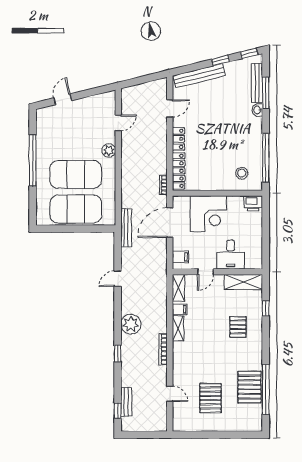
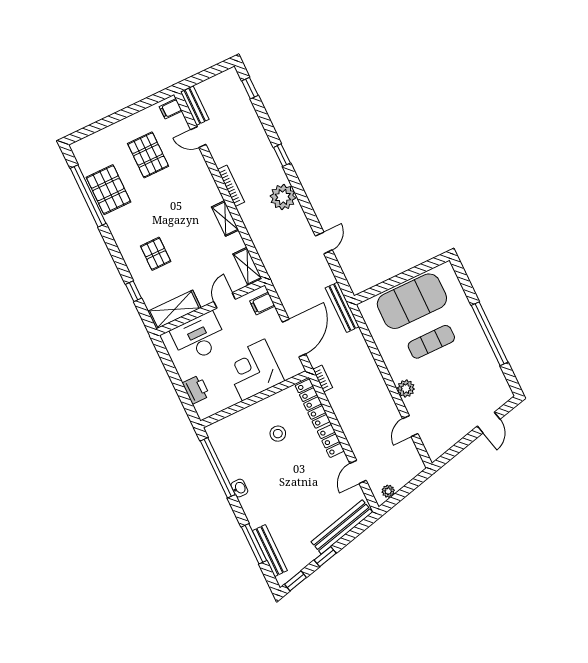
plant: (155, 85) -> (388, 491), added
washbasin: (257, 110) -> (239, 488), moved
stool: (242, 173) -> (278, 434), moved
exercise mat: (76, 174) -> (431, 342), width x0.50, depth x0.69
printer: (253, 203) -> (196, 389), moved, turned 90
desk: (231, 255) -> (199, 337), width x1.37
filing cabinet: (180, 309) -> (171, 109), moved
bench: (126, 402) -> (195, 106), moved

